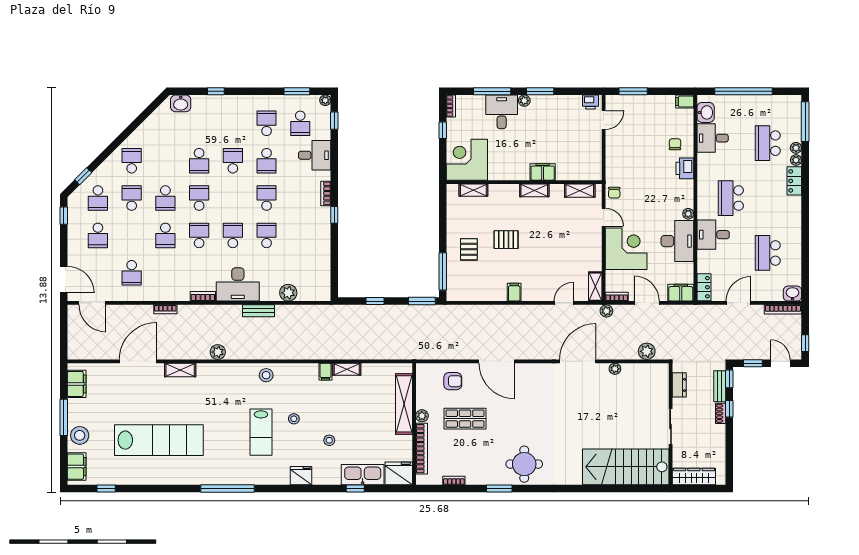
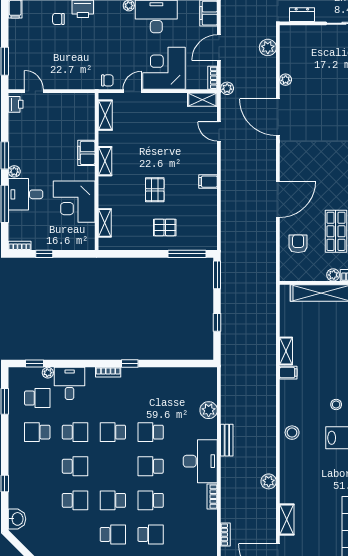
plant: (325, 100) -> (48, 373), moved
corner desk: (467, 160) -> (74, 202), moved
school desk: (233, 161) -> (75, 466), turned 180

